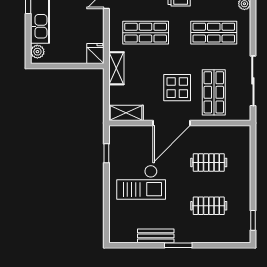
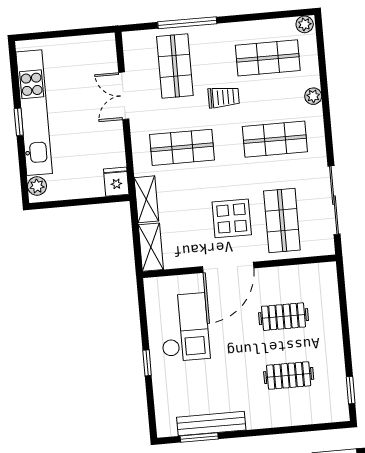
shelving: (126, 113) -> (151, 247), moved, turned 90
window: (106, 153) -> (147, 363), moved
checkout: (141, 182) -> (184, 327), moved, turned -90
bench: (156, 236) -> (211, 424), width x1.36
window: (178, 245) -> (199, 437), moved

